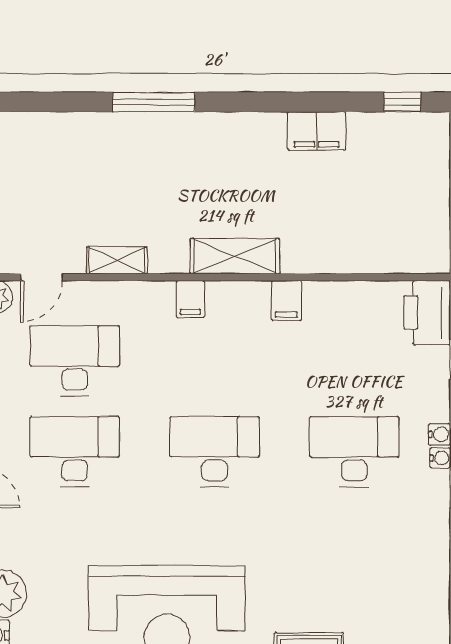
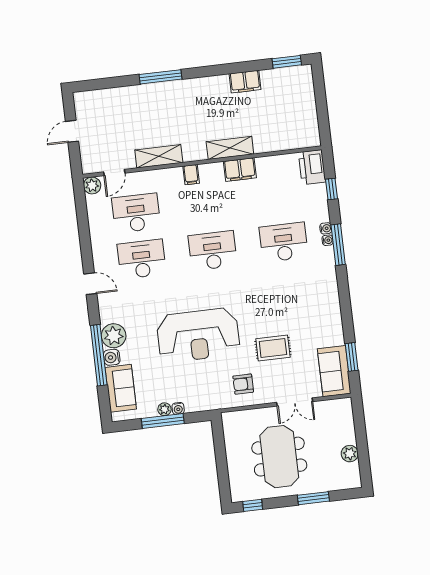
window: (402, 102) -> (287, 62), width x1.50
shelving: (235, 256) -> (230, 148), moved
shelving: (117, 260) -> (159, 156), width x1.50, depth x1.33
filing cabinet: (286, 300) -> (240, 170), width x2.00

